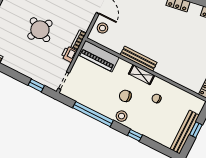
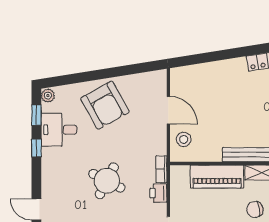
piano: (99, 56) -> (217, 177), moved

